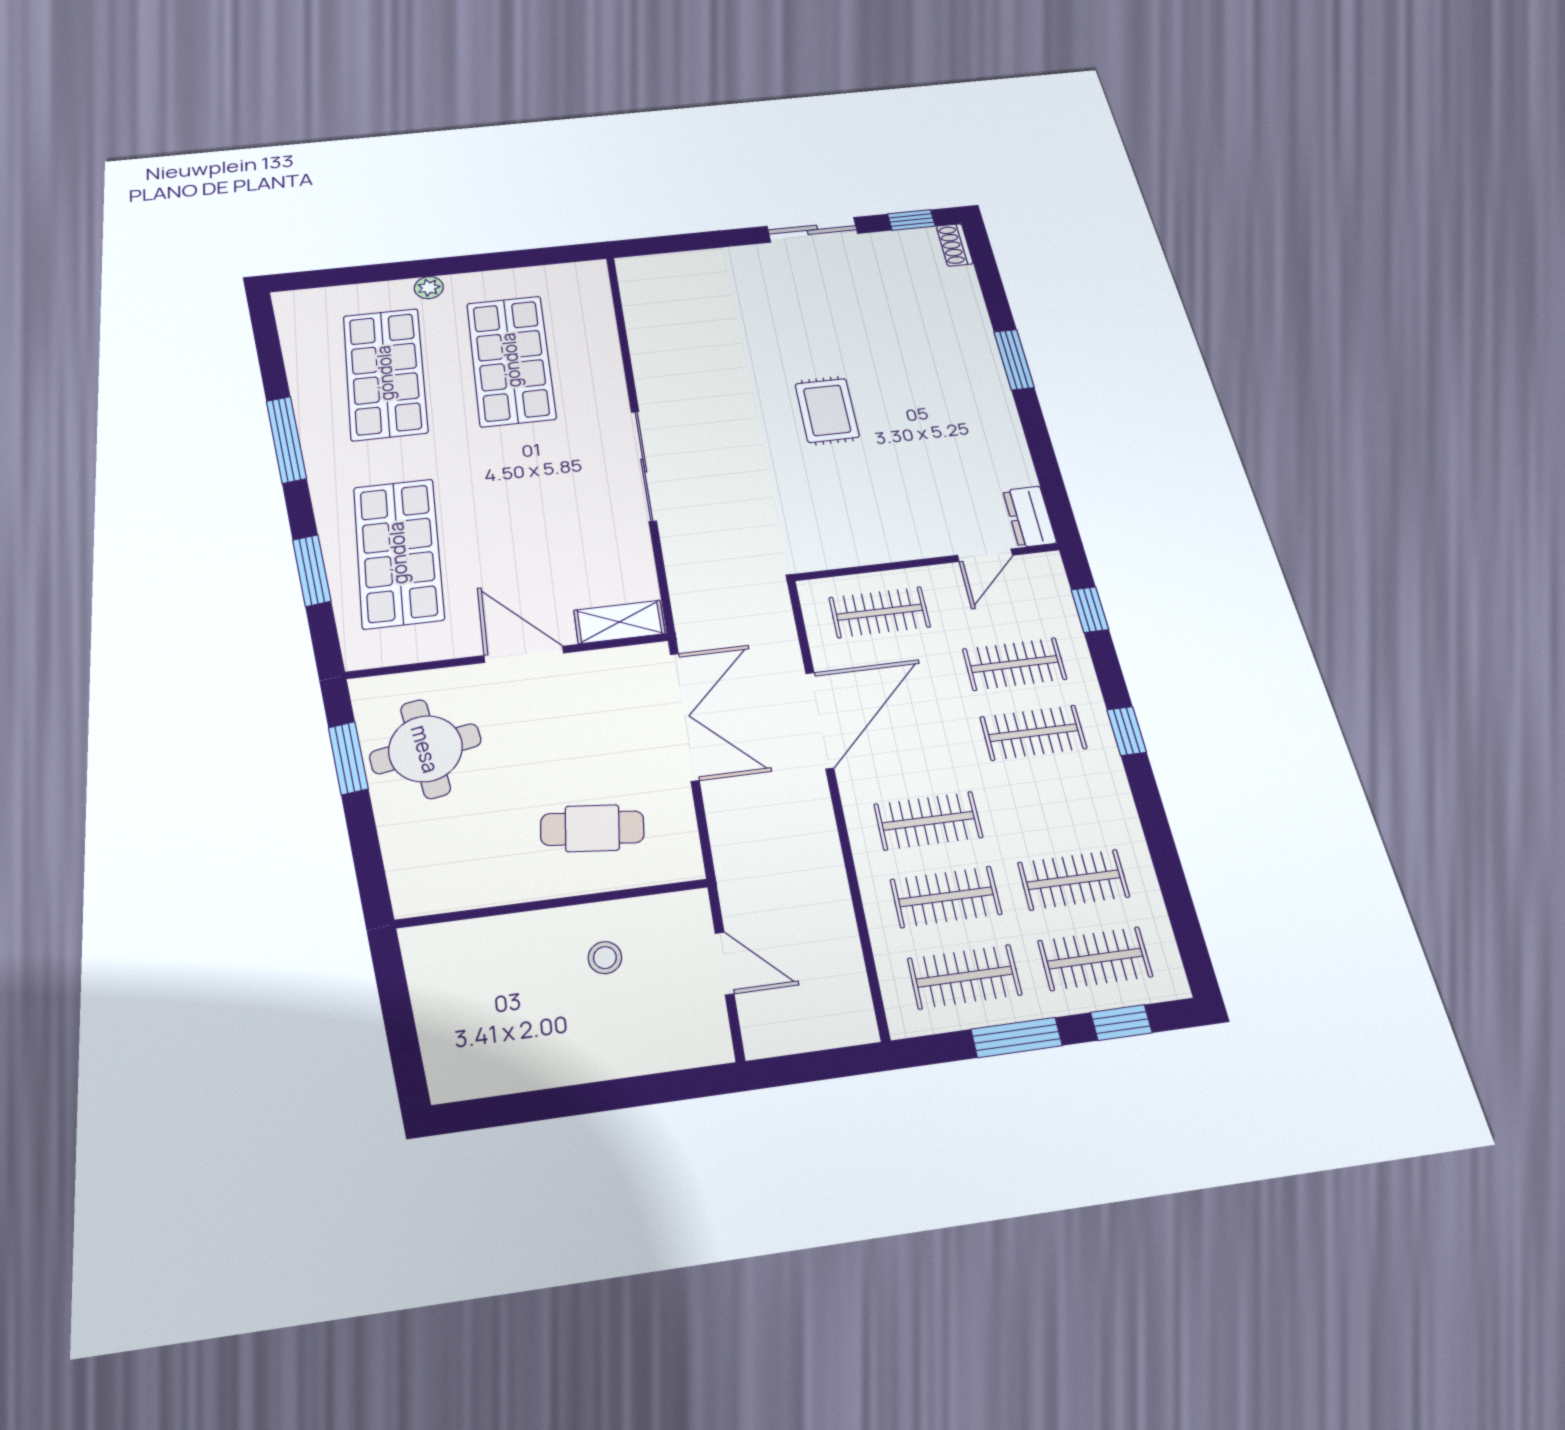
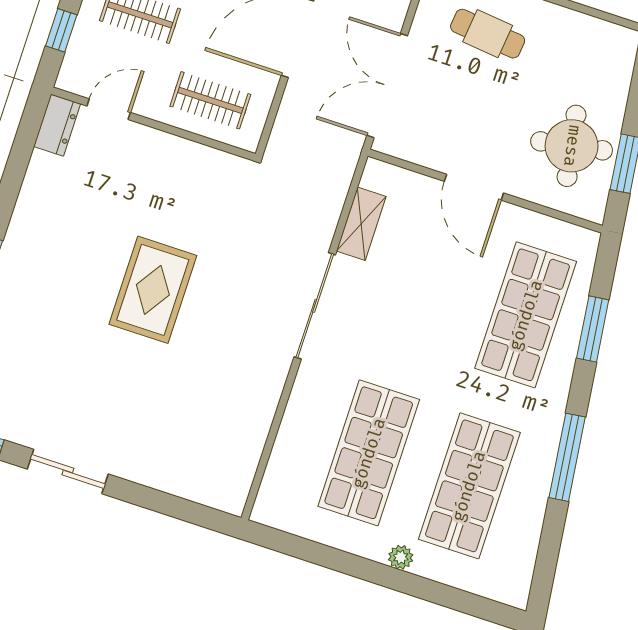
rug: (827, 410) -> (153, 290), width x1.36, depth x1.43
shelving: (619, 622) -> (361, 224), moved, turned 90

